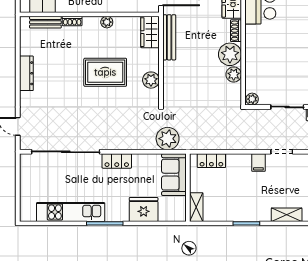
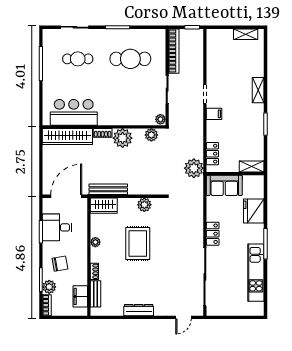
plant: (234, 74) -> (151, 135), moved
plant: (168, 139) -> (194, 168), moved

